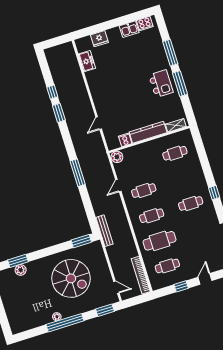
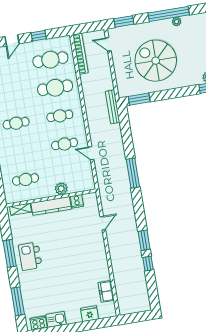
window: (170, 53) -> (18, 301), moved
plant: (117, 157) -> (61, 189), moved
door: (118, 186) -> (91, 153), swing flipped
cafe table: (167, 266) -> (50, 60), width x1.37, depth x1.35

